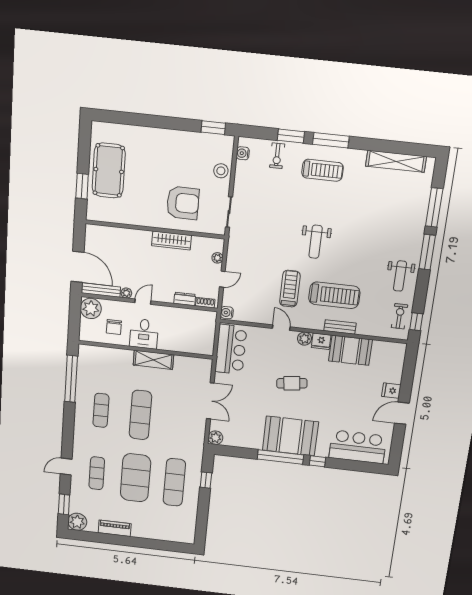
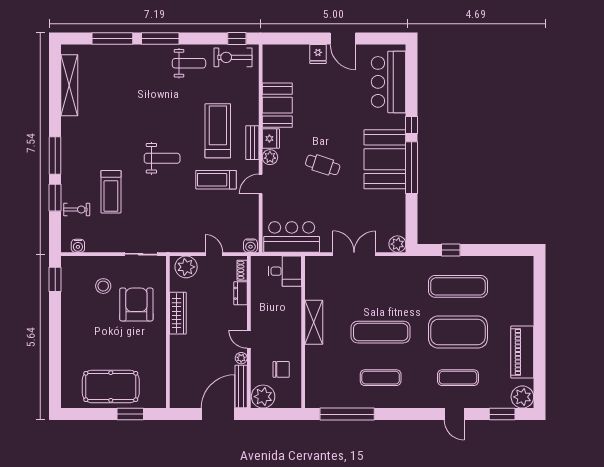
treadmill: (323, 170) -> (111, 192), moved, turned 180
stool: (221, 171) -> (103, 286), moved
plant: (217, 258) -> (186, 267), width x1.88, depth x1.88
exercise bike: (399, 316) -> (233, 57), width x1.38, depth x1.39
bench: (340, 327) -> (252, 143), moved
desk: (144, 334) -> (285, 271), moved
cafe table: (292, 383) -> (323, 165), turned -65
piano: (115, 528) -> (522, 352), width x1.37, depth x1.33

